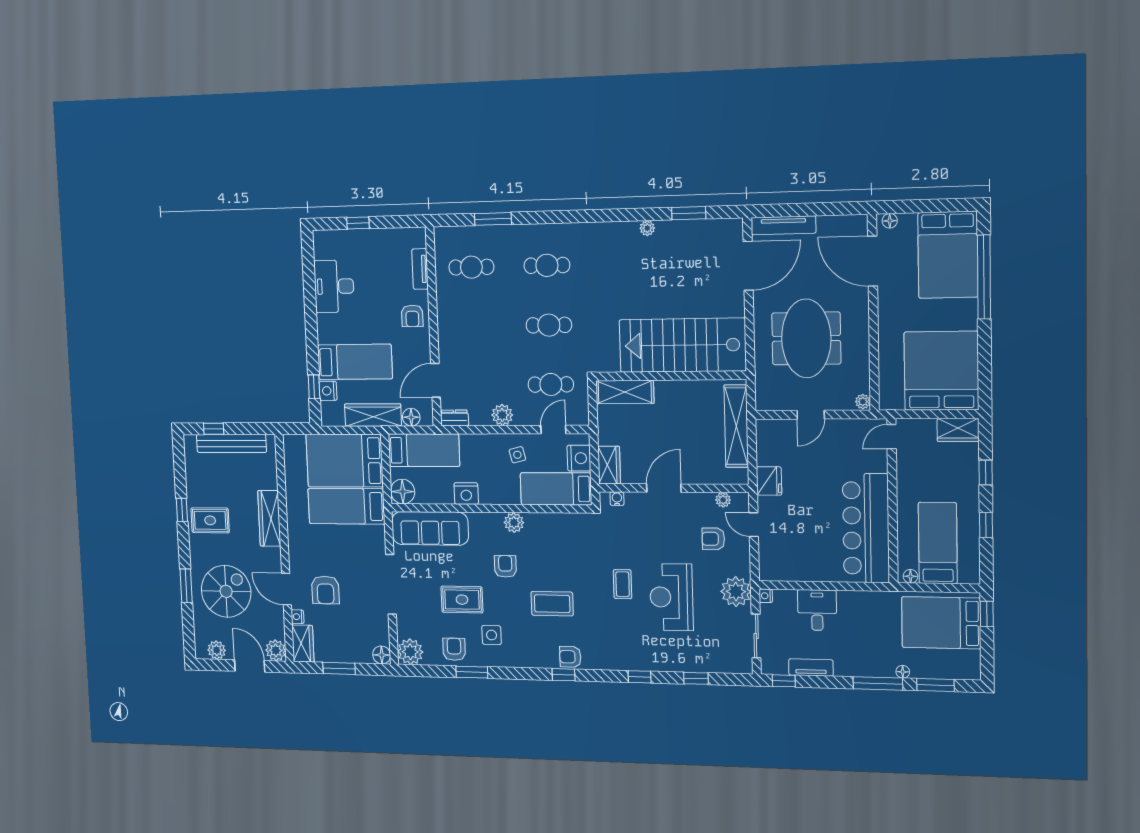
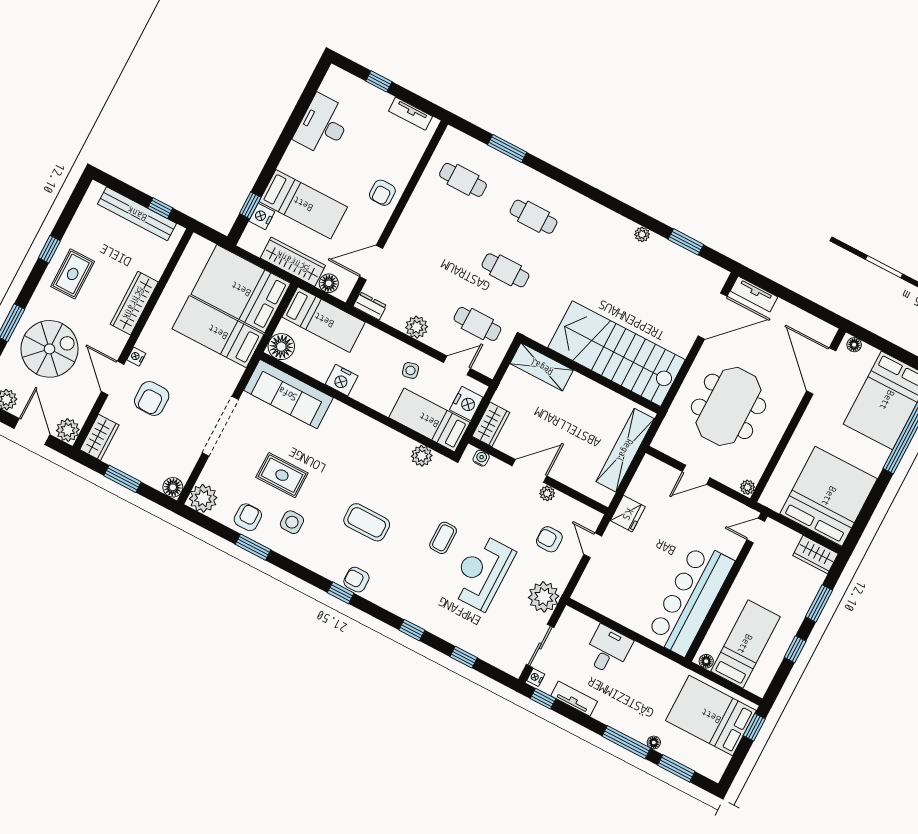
tv unit: (783, 225) -> (754, 294), width x0.71
tv unit: (420, 269) -> (411, 114), moved, turned -90
window: (214, 429) -> (160, 208), moved
window: (986, 472) -> (819, 603), width x1.50
plant: (723, 500) -> (547, 493), moved
rug: (210, 520) -> (73, 274), turned 90
plant: (514, 523) -> (422, 456), moved
armchair: (505, 566) -> (341, 466), removed
nightstand: (766, 596) -> (536, 677), moved
nightstand: (297, 617) -> (136, 357), moved

